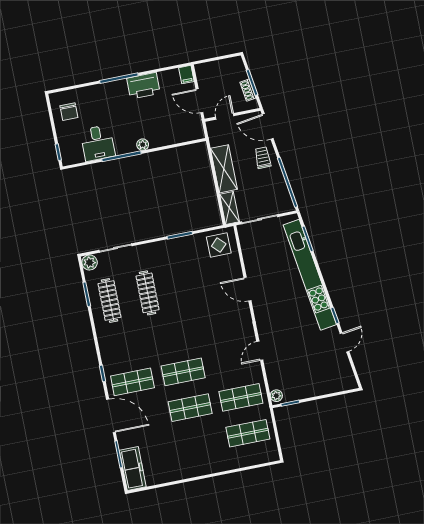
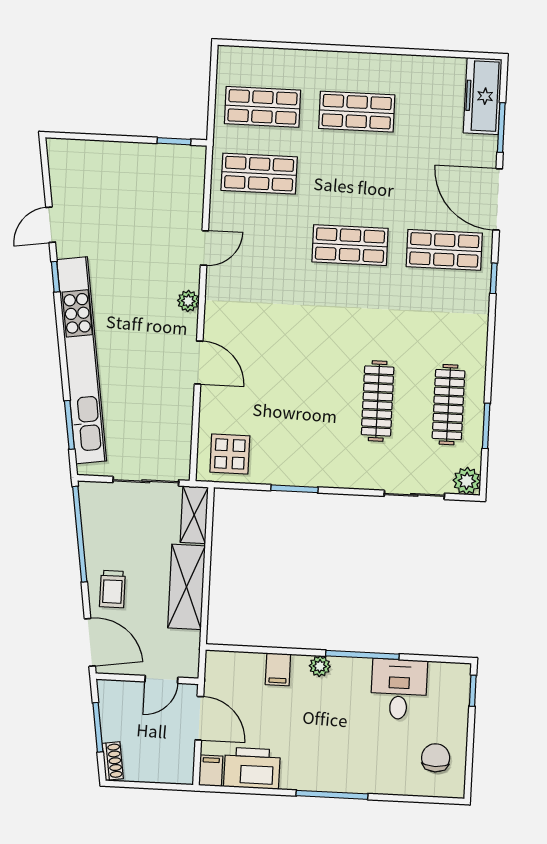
printer: (143, 86) -> (252, 768), moved
shoe rack: (248, 90) -> (113, 761), moved
filing cabinet: (164, 137) -> (278, 669), added
plant: (276, 396) -> (188, 301), moved
shop shelf: (190, 408) -> (357, 112), moved

